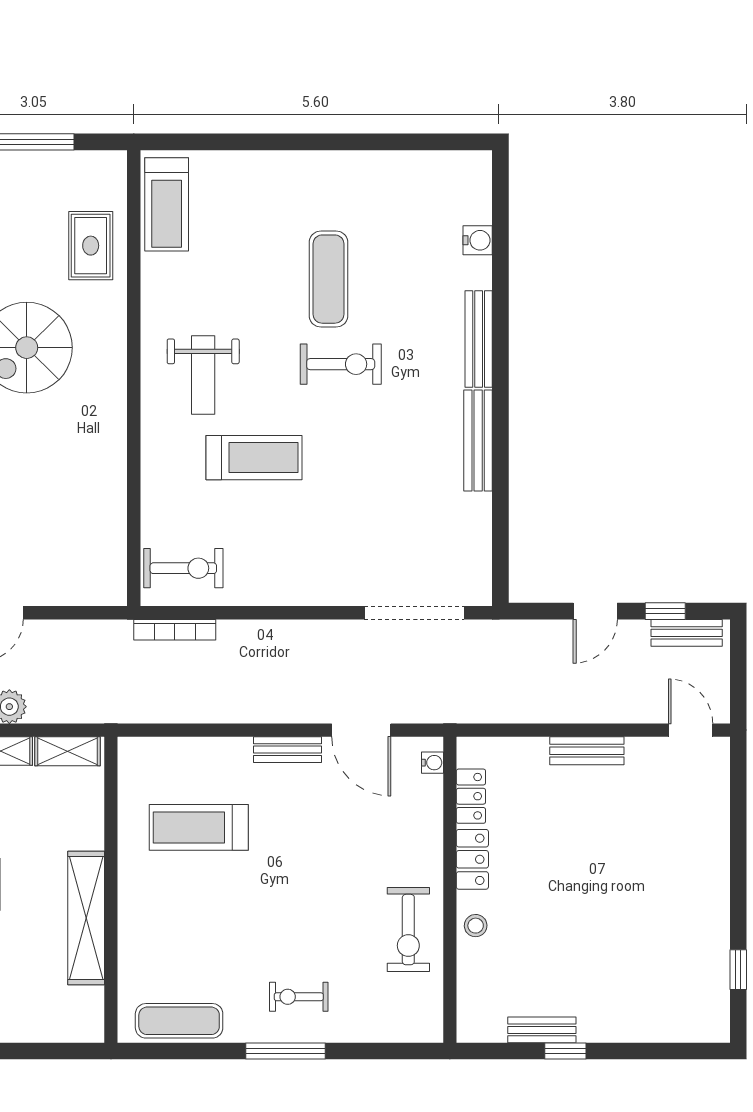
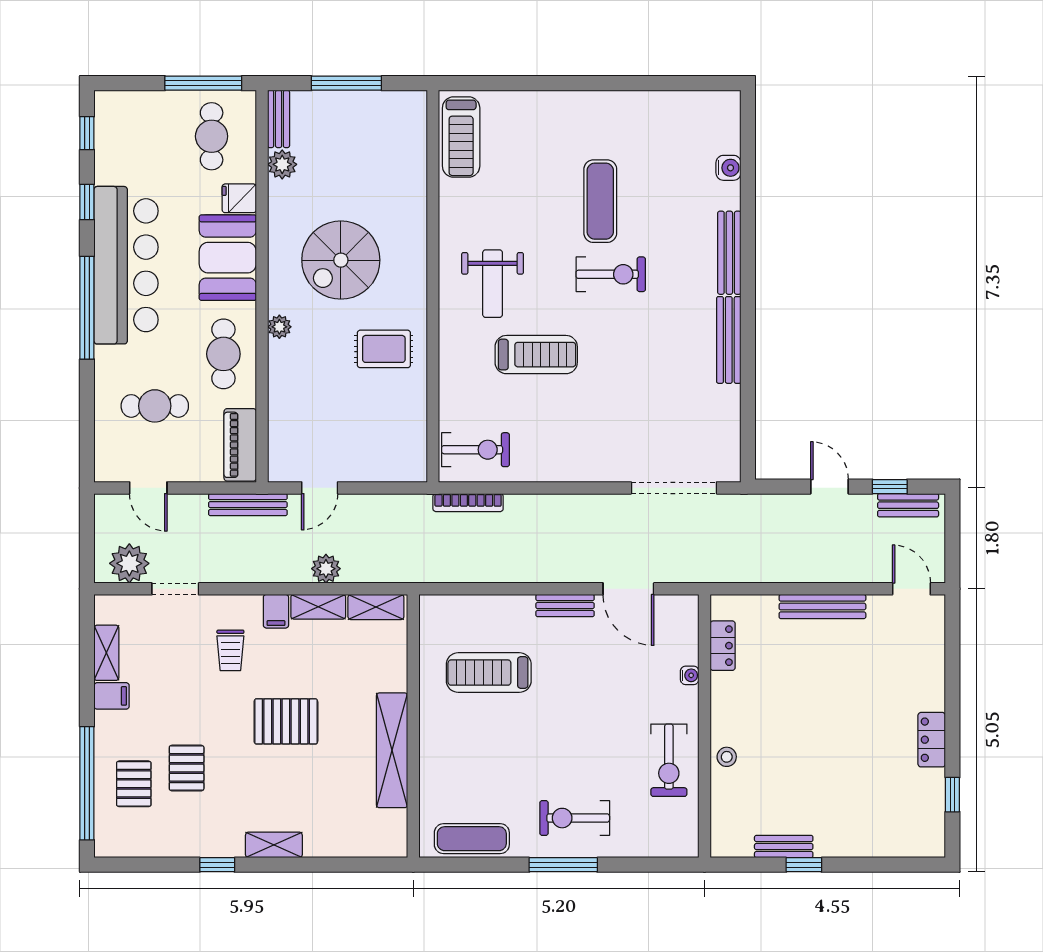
rug: (91, 246) -> (384, 349), moved, turned 90
door: (595, 611) -> (830, 487), swing flipped
bench: (587, 751) -> (822, 607), width x1.36
water cooler: (433, 763) -> (690, 675), moved
locker: (472, 859) -> (932, 740), moved, turned 180
exercise bike: (299, 997) -> (575, 818), width x1.38, depth x1.39

